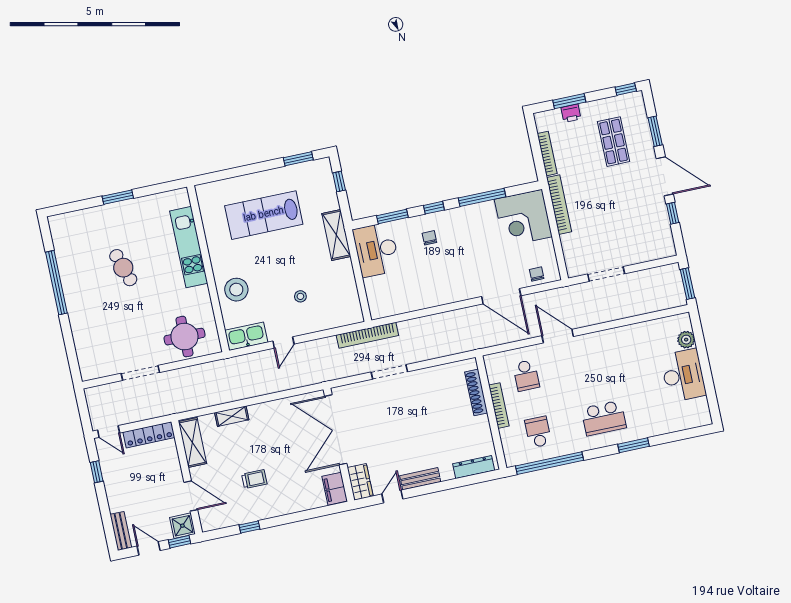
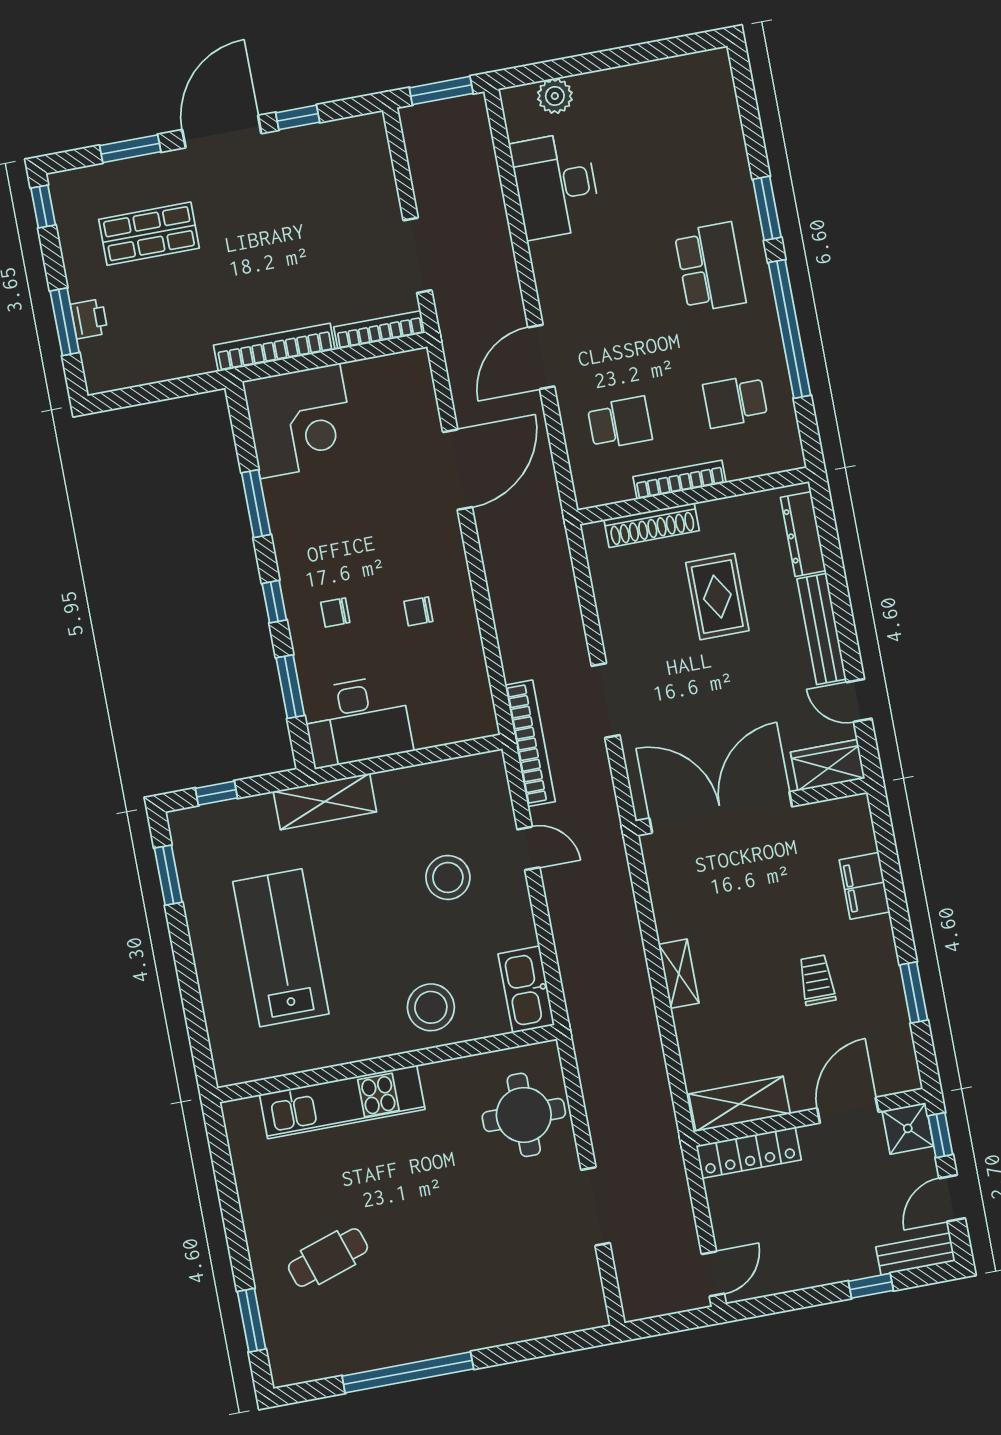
bookcase: (547, 154) -> (379, 330), moved
window: (118, 197) -> (252, 1320), moved
window: (482, 197) -> (256, 504), width x0.69
lab bench: (264, 215) -> (281, 948), turned 180
cafe table: (123, 268) -> (328, 1258), moved
chair: (537, 274) -> (418, 611), moved
stool: (300, 296) -> (448, 877), width x1.89, depth x1.89
door: (283, 343) -> (528, 848), moved
desk: (683, 375) -> (556, 185), moved, turned -90
shelving: (232, 416) -> (679, 974), moved
rug: (442, 426) -> (717, 597), added
double door: (336, 430) -> (721, 812), swing flipped
locker: (149, 435) -> (749, 1153), moved, turned 90
window: (550, 463) -> (789, 329), moved
window: (97, 472) -> (871, 1286), moved
bench: (420, 479) -> (822, 629), width x1.36
filing cabinet: (335, 489) -> (864, 886), moved, turned 90
window: (249, 527) -> (914, 992), width x1.50

